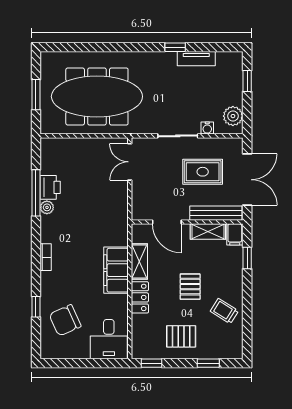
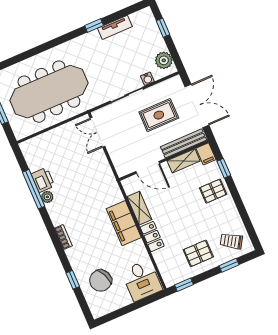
pallet: (190, 287) -> (213, 191), moved, turned 90
trolley: (224, 311) -> (231, 241), moved

